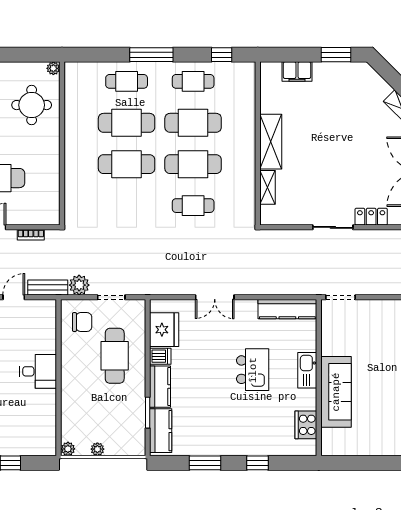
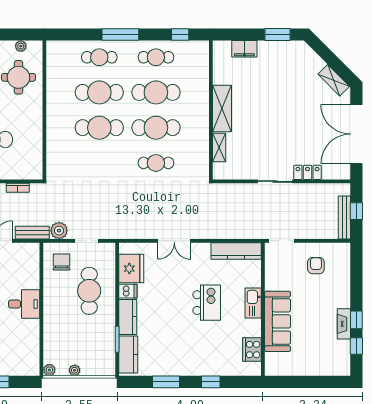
plant: (53, 68) -> (21, 46), moved
chair: (82, 322) -> (61, 262), turned -90
armchair: (381, 326) -> (316, 266), added

